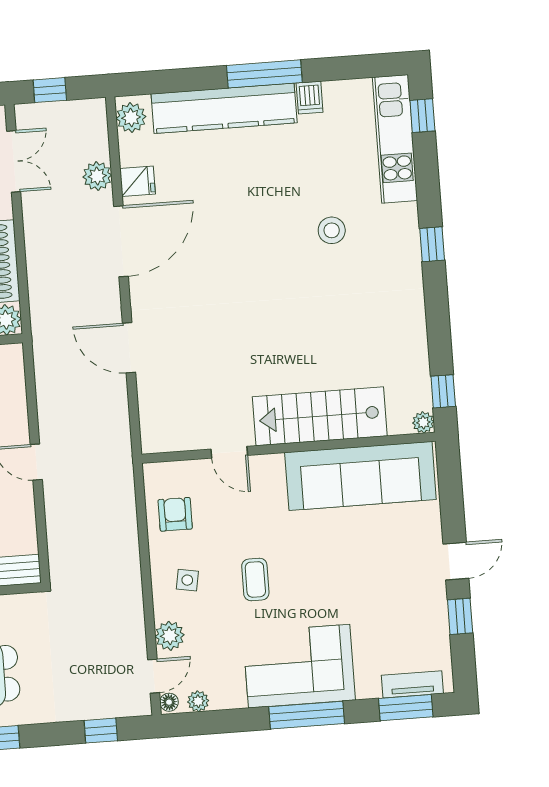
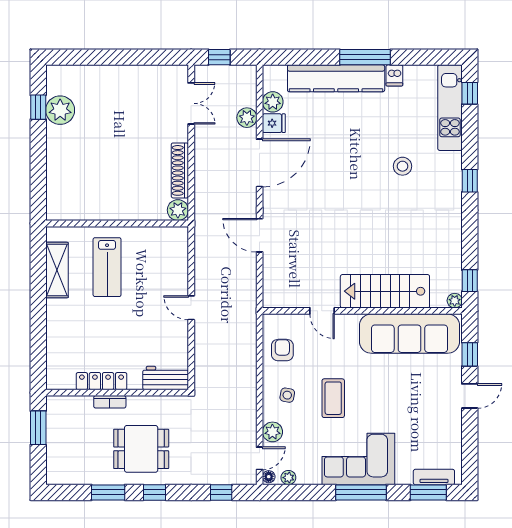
plant: (131, 118) -> (273, 102), moved
coffee table: (255, 579) -> (333, 398), width x1.36, depth x1.30
window: (460, 616) -> (470, 354), moved

